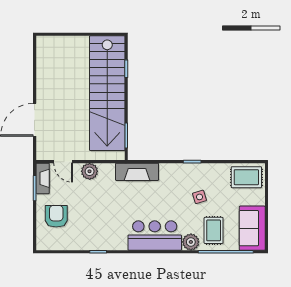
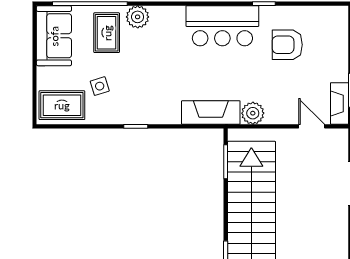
plant: (90, 171) -> (253, 113), moved
side table: (199, 197) -> (100, 86), moved
armchair: (56, 216) -> (287, 45), moved, turned 90
bar counter: (155, 236) -> (222, 26), moved

